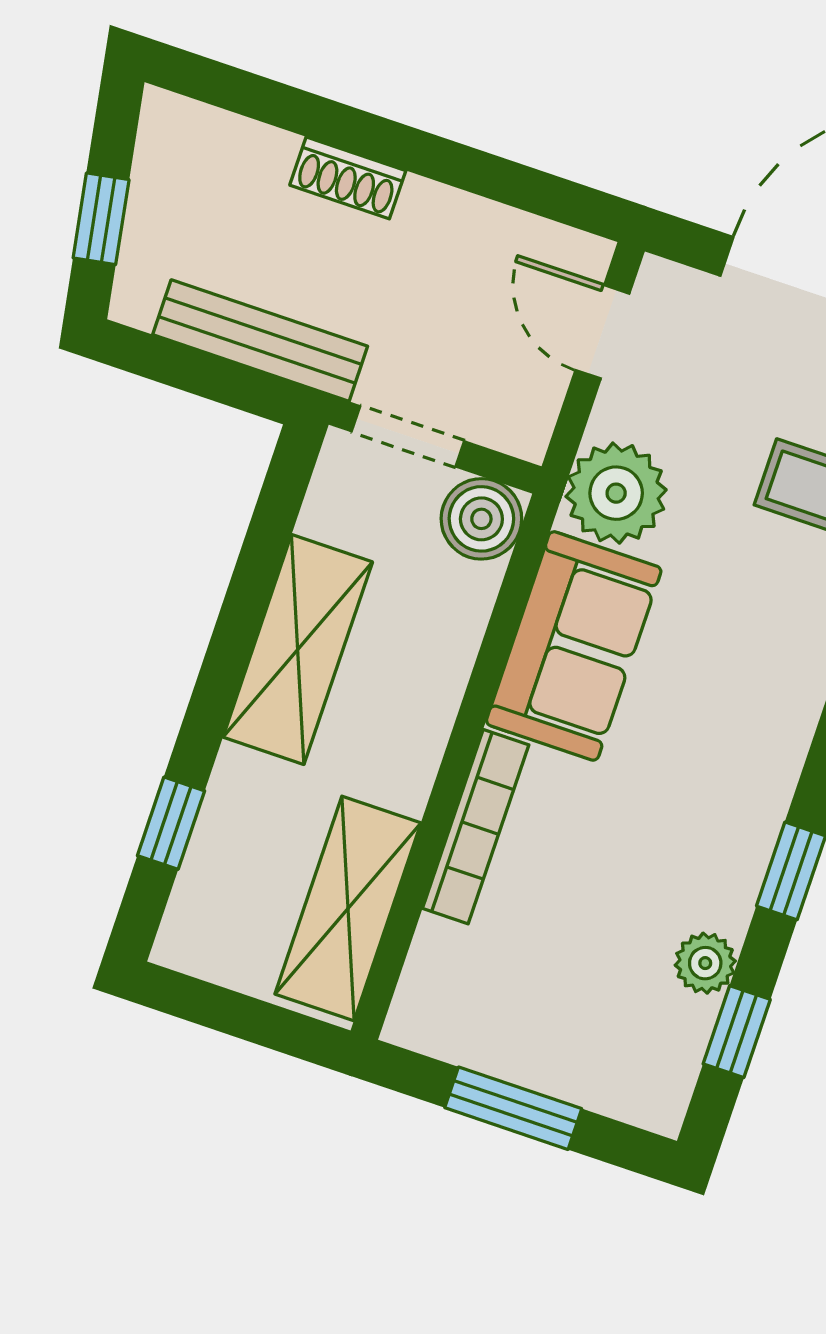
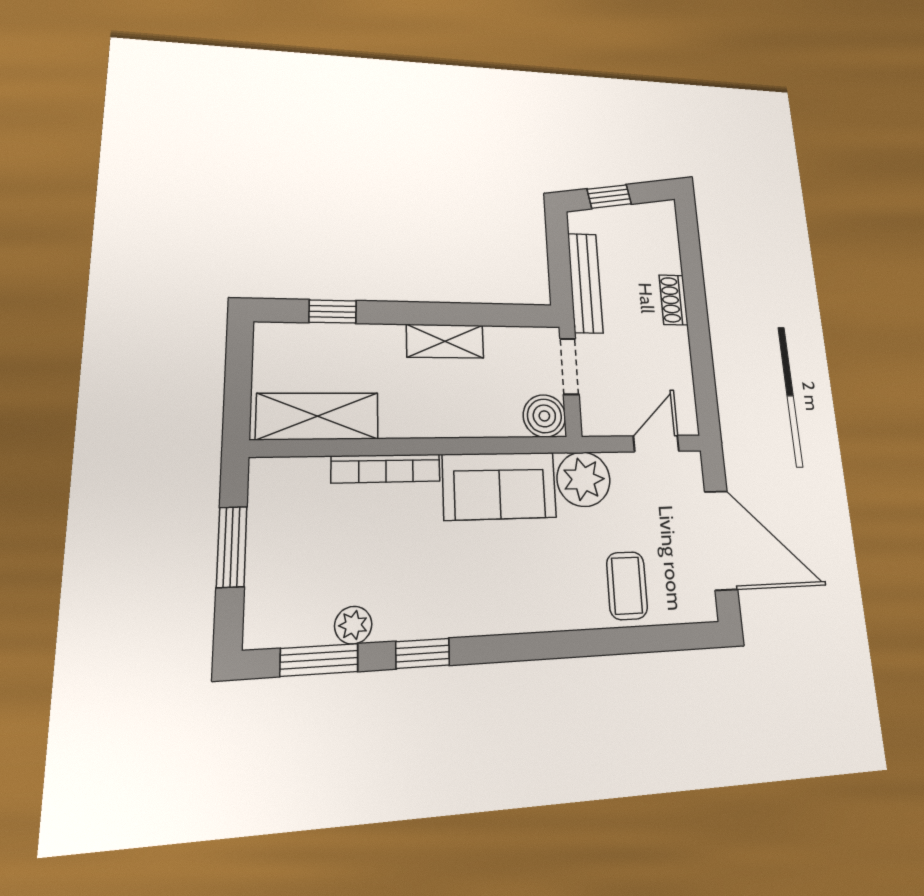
shelving: (298, 649) -> (445, 341), width x0.67, depth x0.75
window: (737, 1032) -> (319, 660), width x1.50

